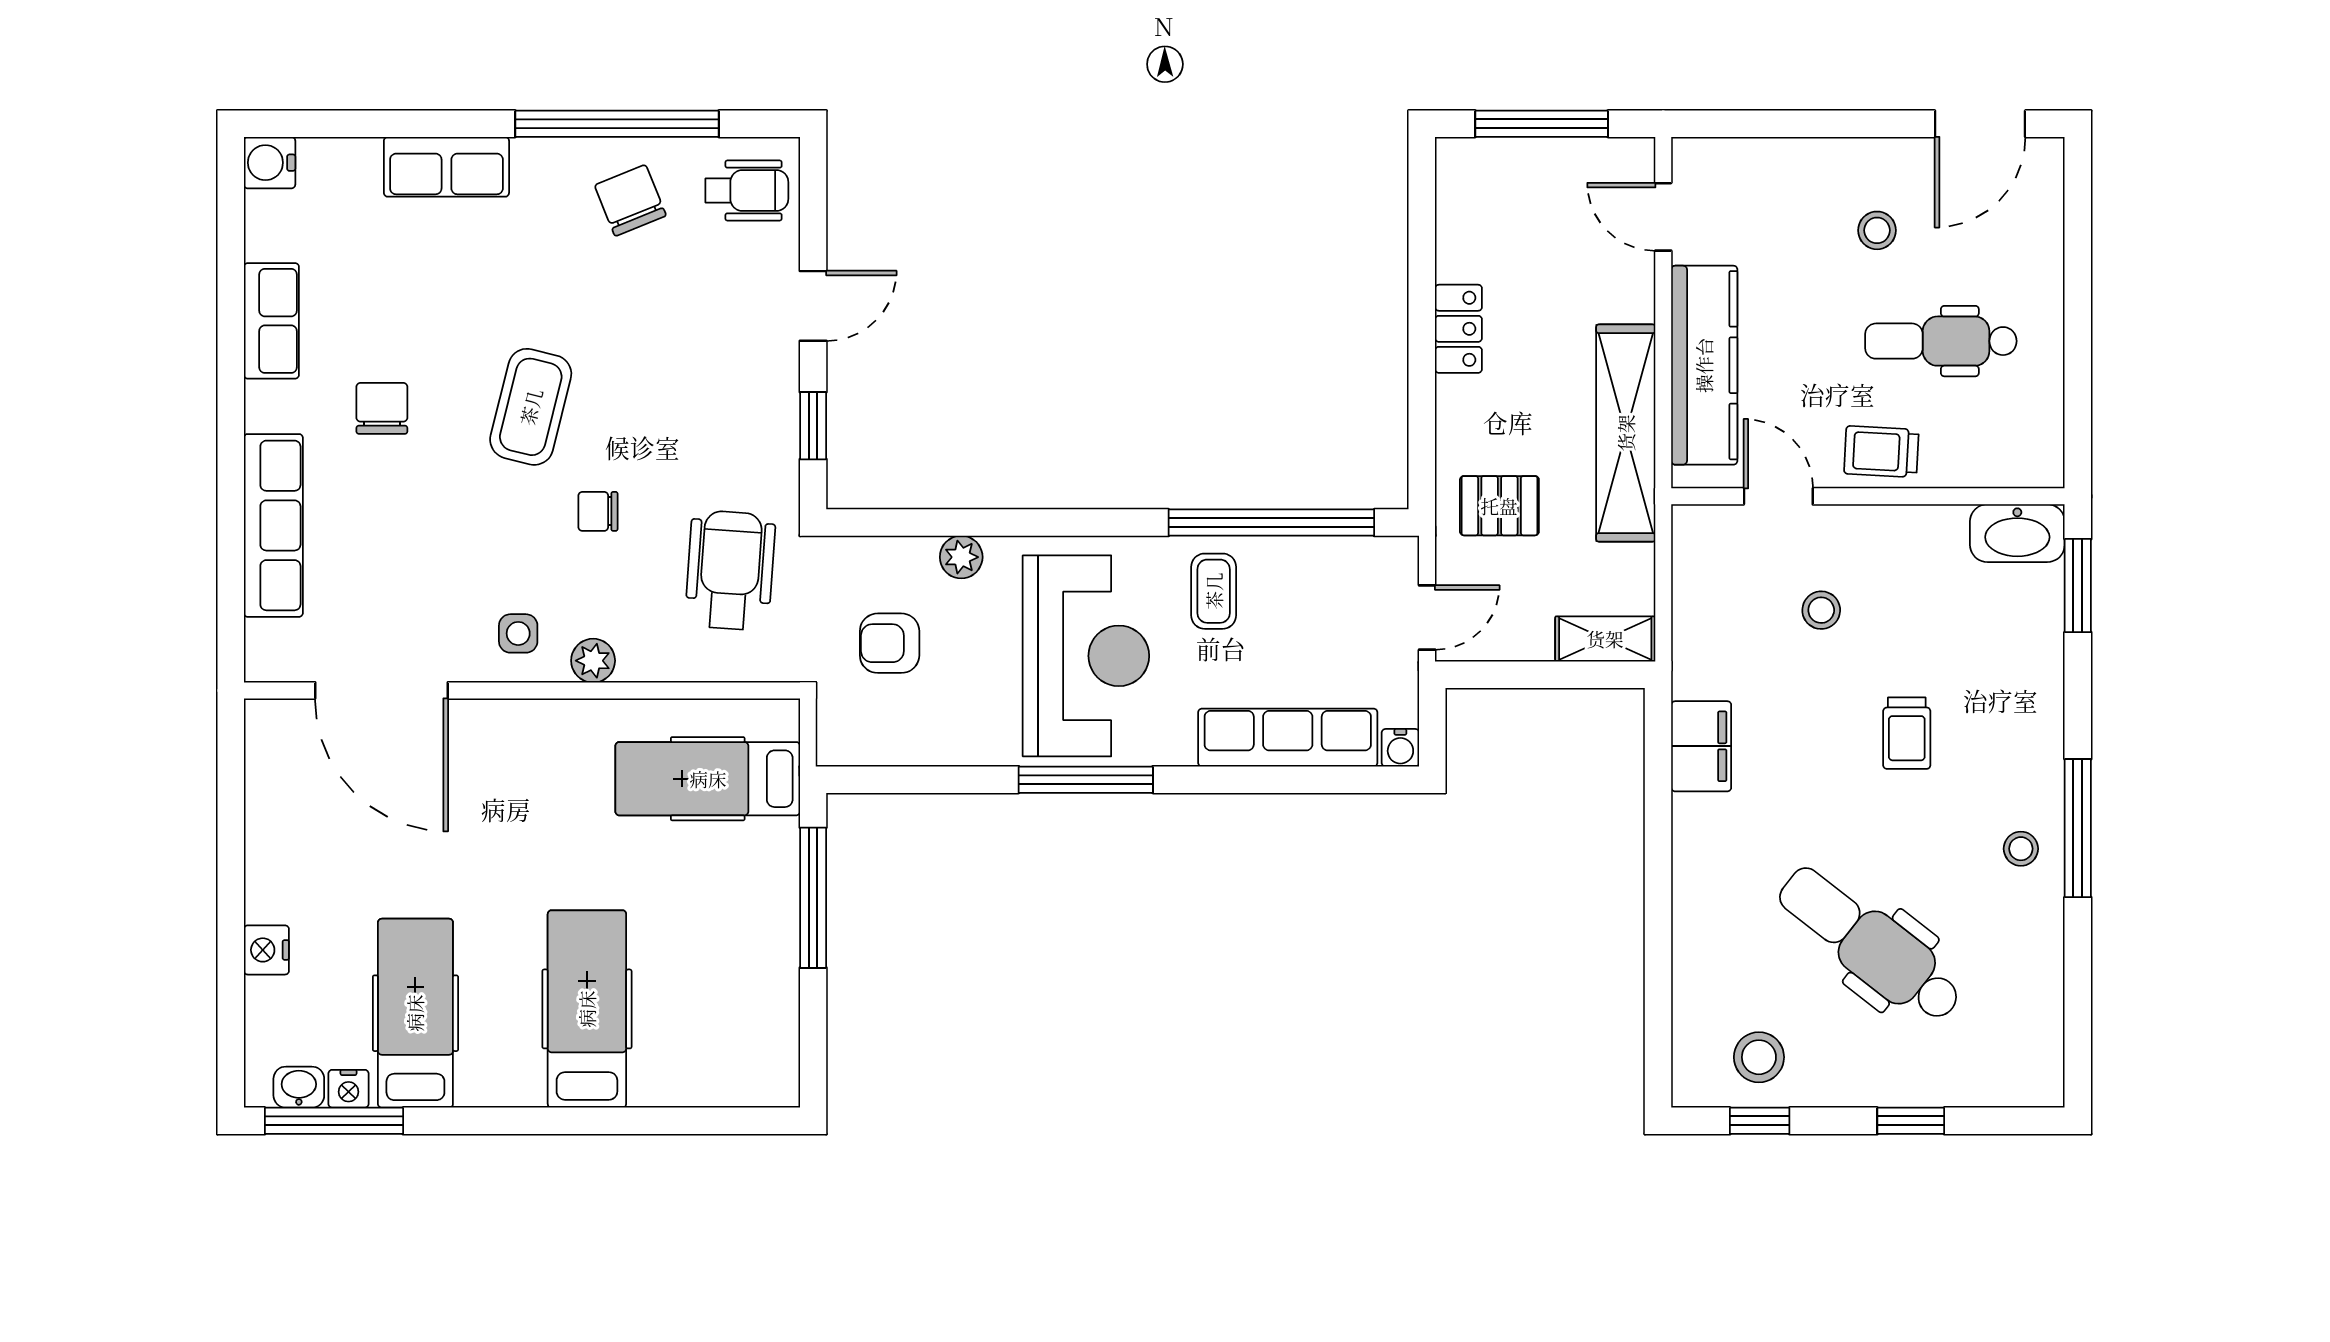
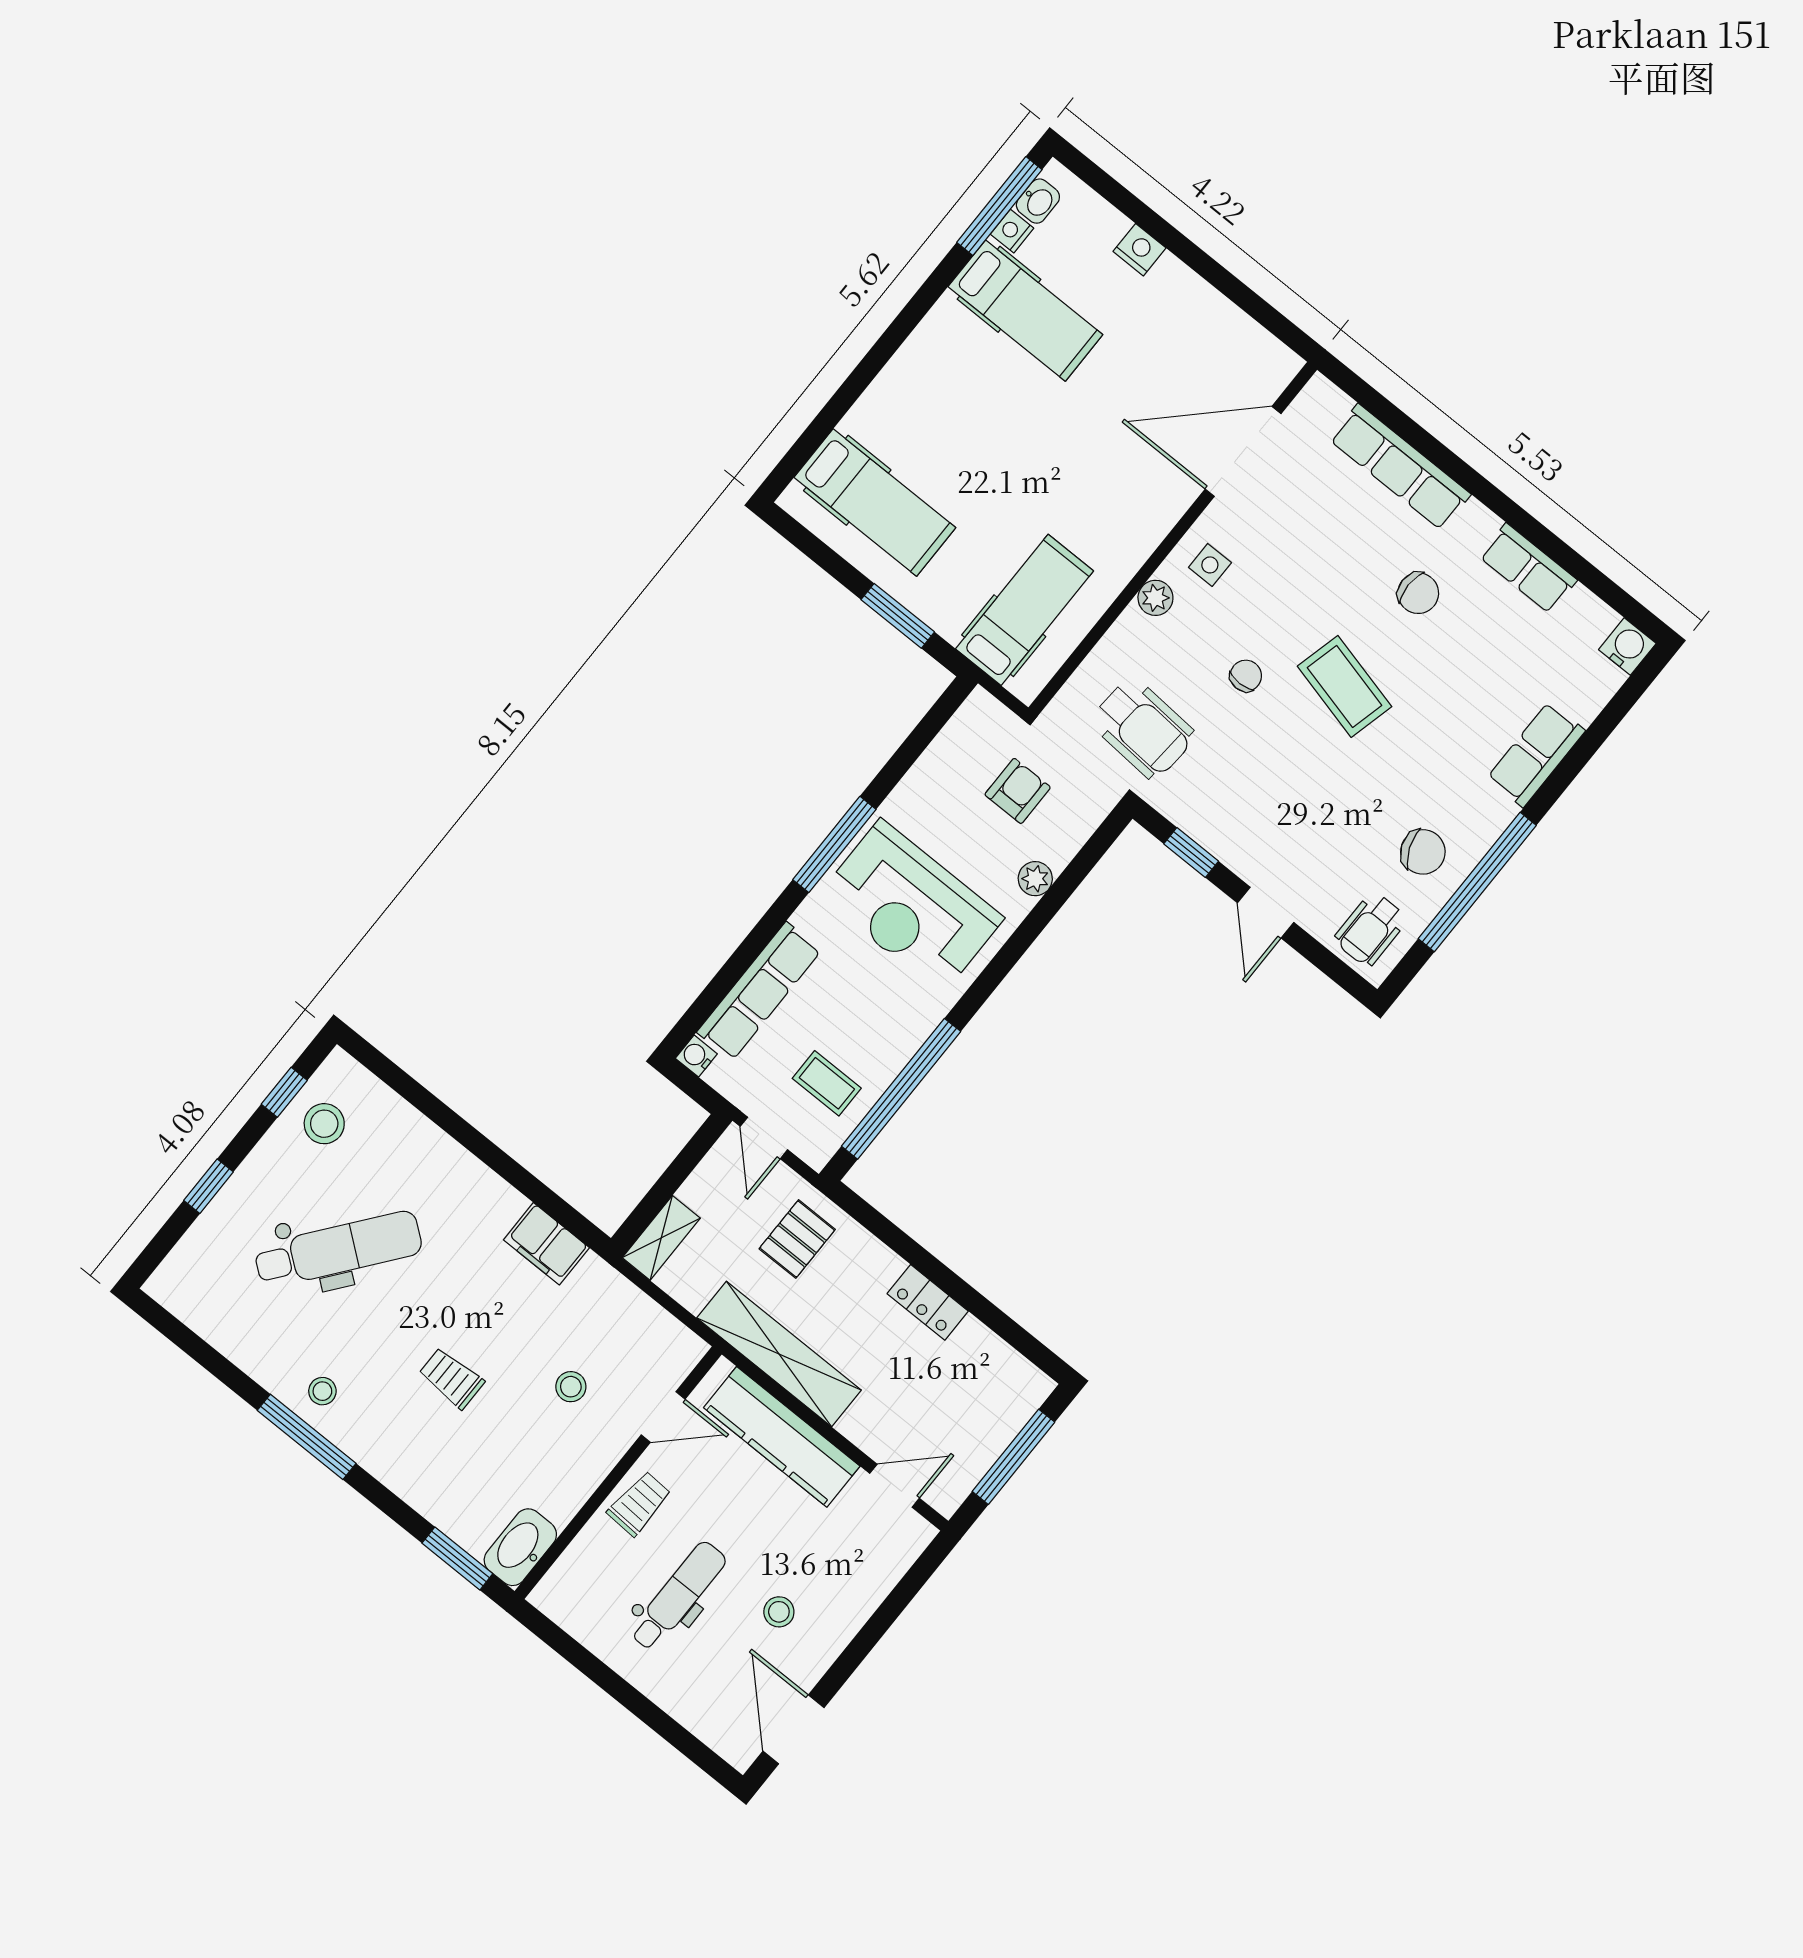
coffee table: (1214, 591) -> (827, 1083), moved
window: (813, 898) -> (898, 616), width x0.69
hospital bed: (587, 1009) -> (875, 503), moved

